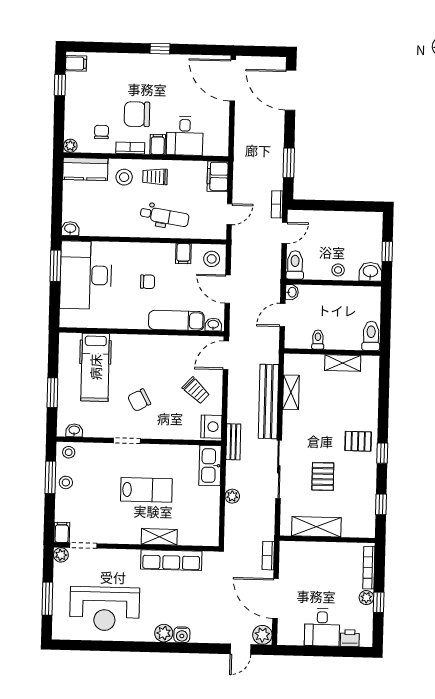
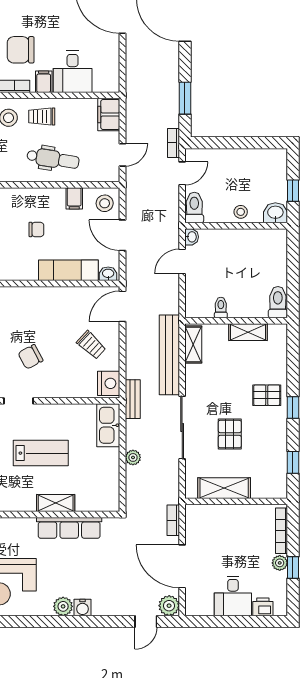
toilet: (371, 336) -> (278, 302), moved
toilet: (318, 339) -> (221, 308), moved
wall: (332, 352) -> (236, 321), moved
shelving: (343, 363) -> (248, 332), moved

